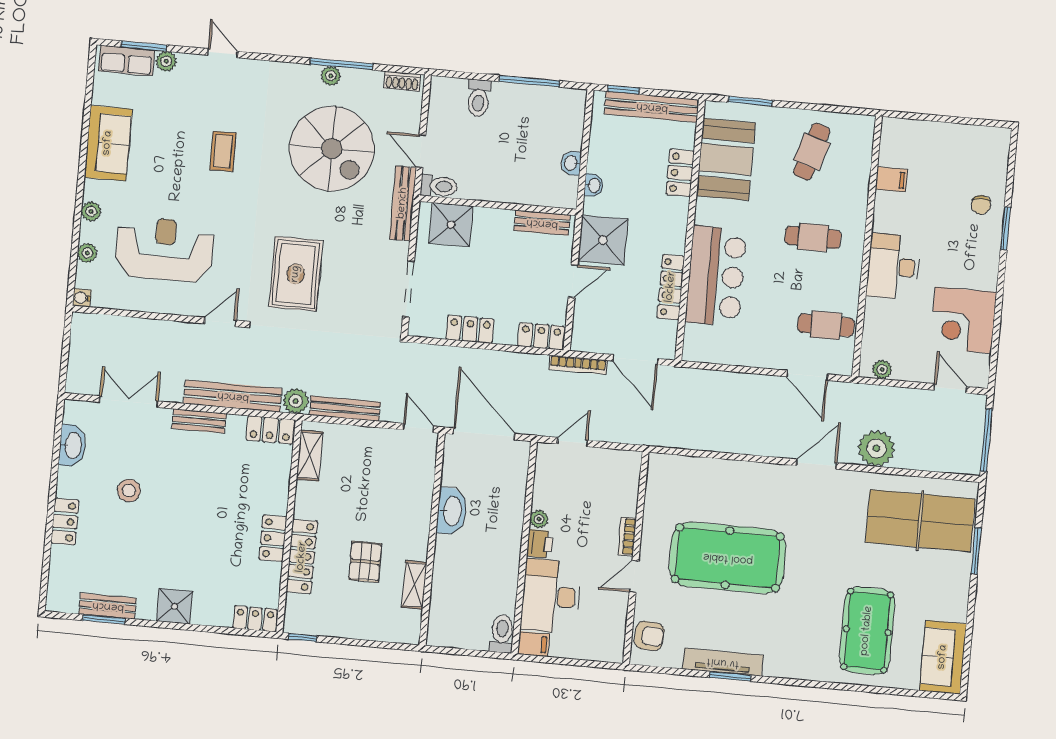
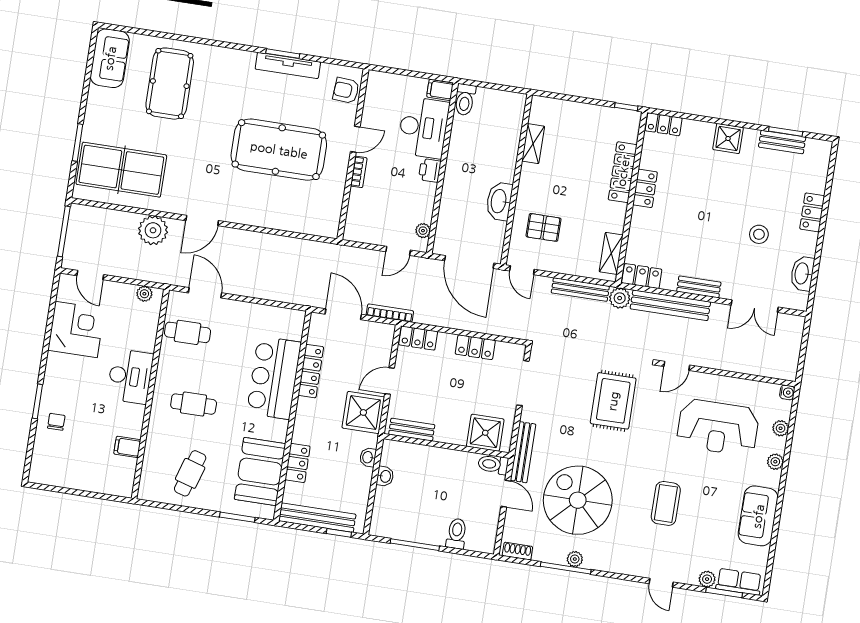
coffee table: (223, 151) -> (666, 503), width x1.36, depth x1.30
plant: (539, 519) -> (423, 231), moved
pallet: (365, 562) -> (543, 227), moved, turned 90

